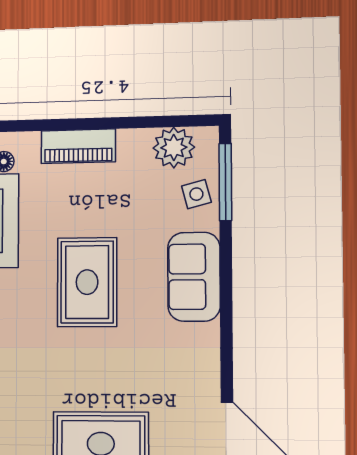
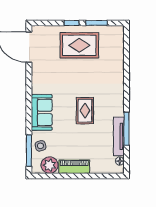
piano: (78, 146) -> (74, 167), moved
rug: (87, 282) -> (85, 111), width x0.73, depth x0.70

